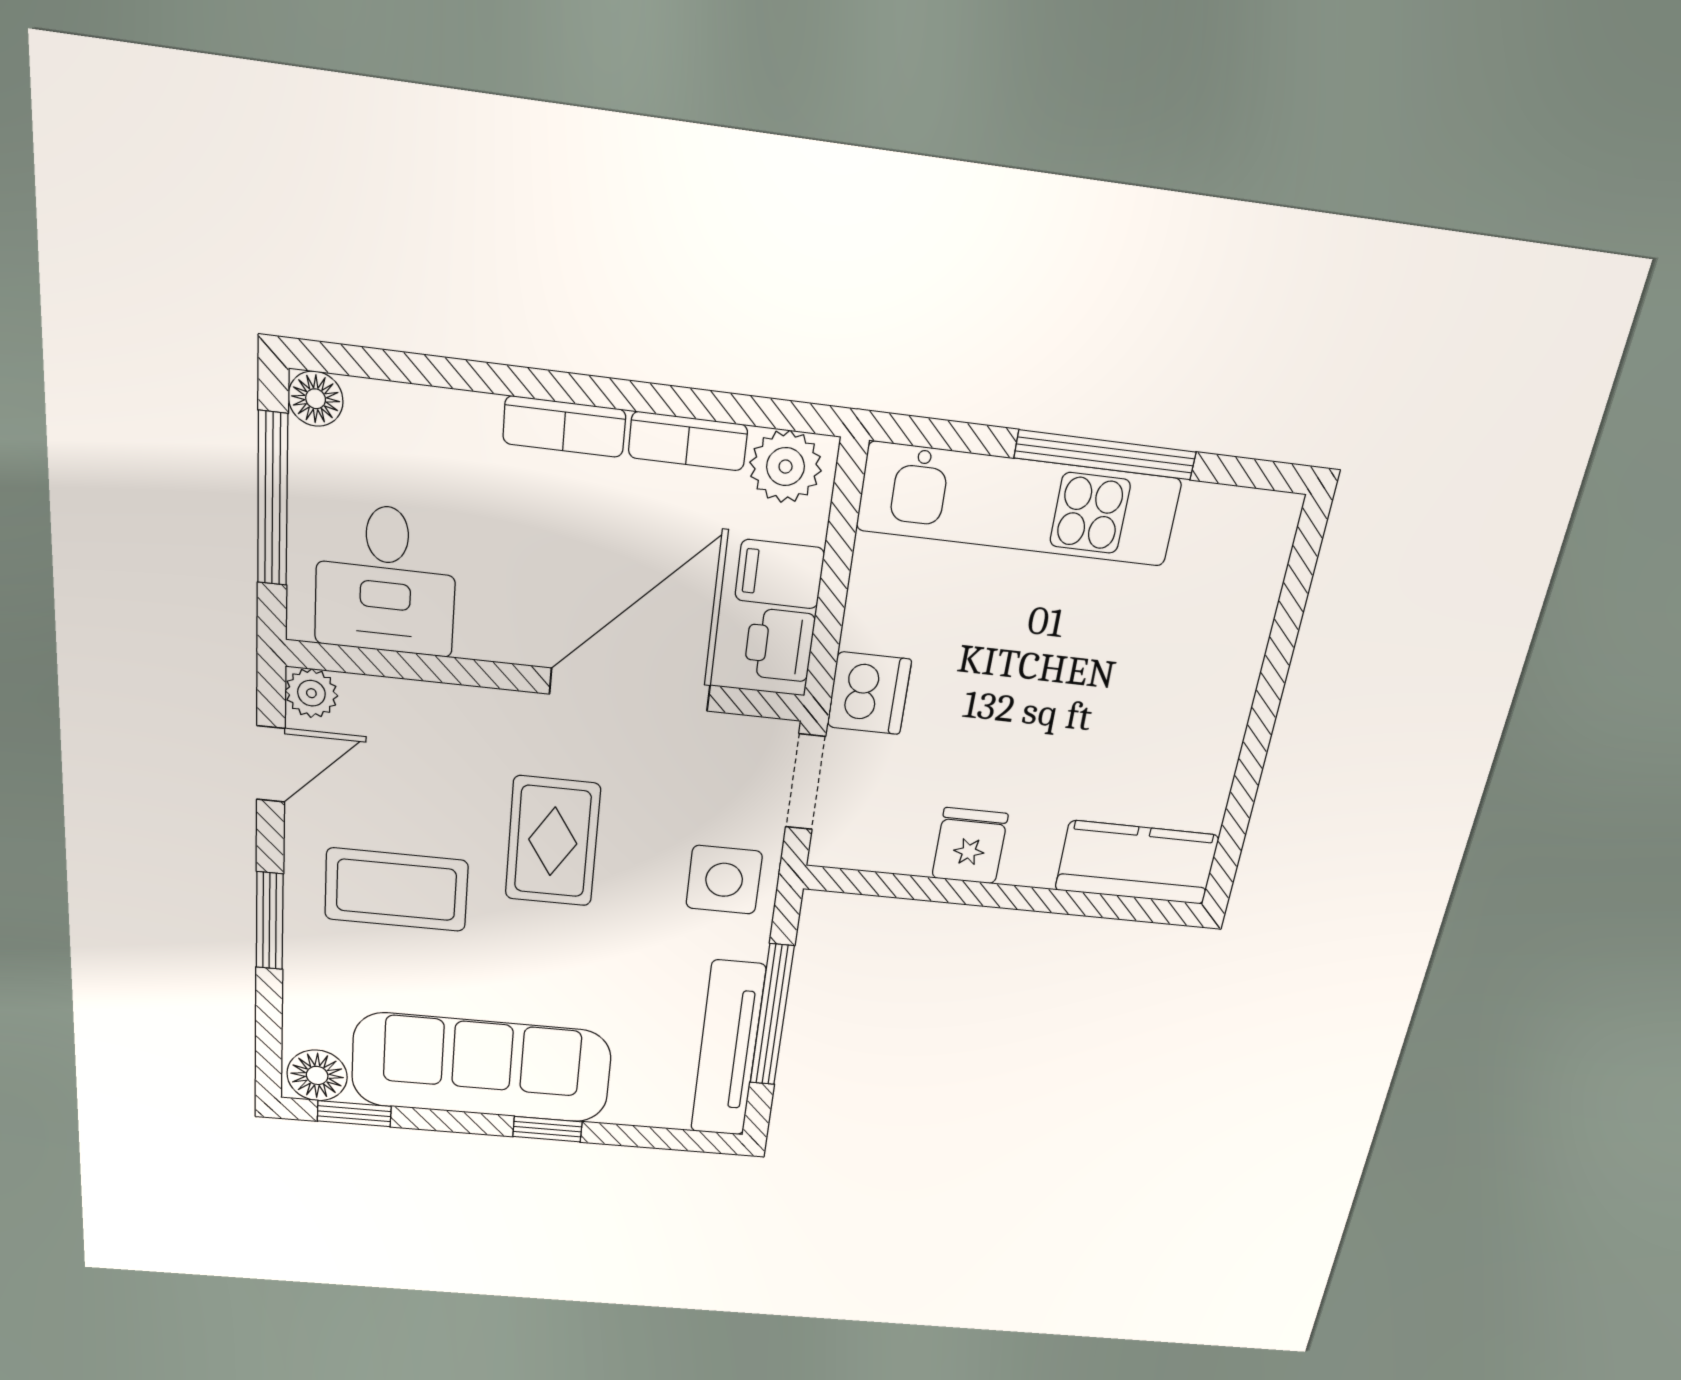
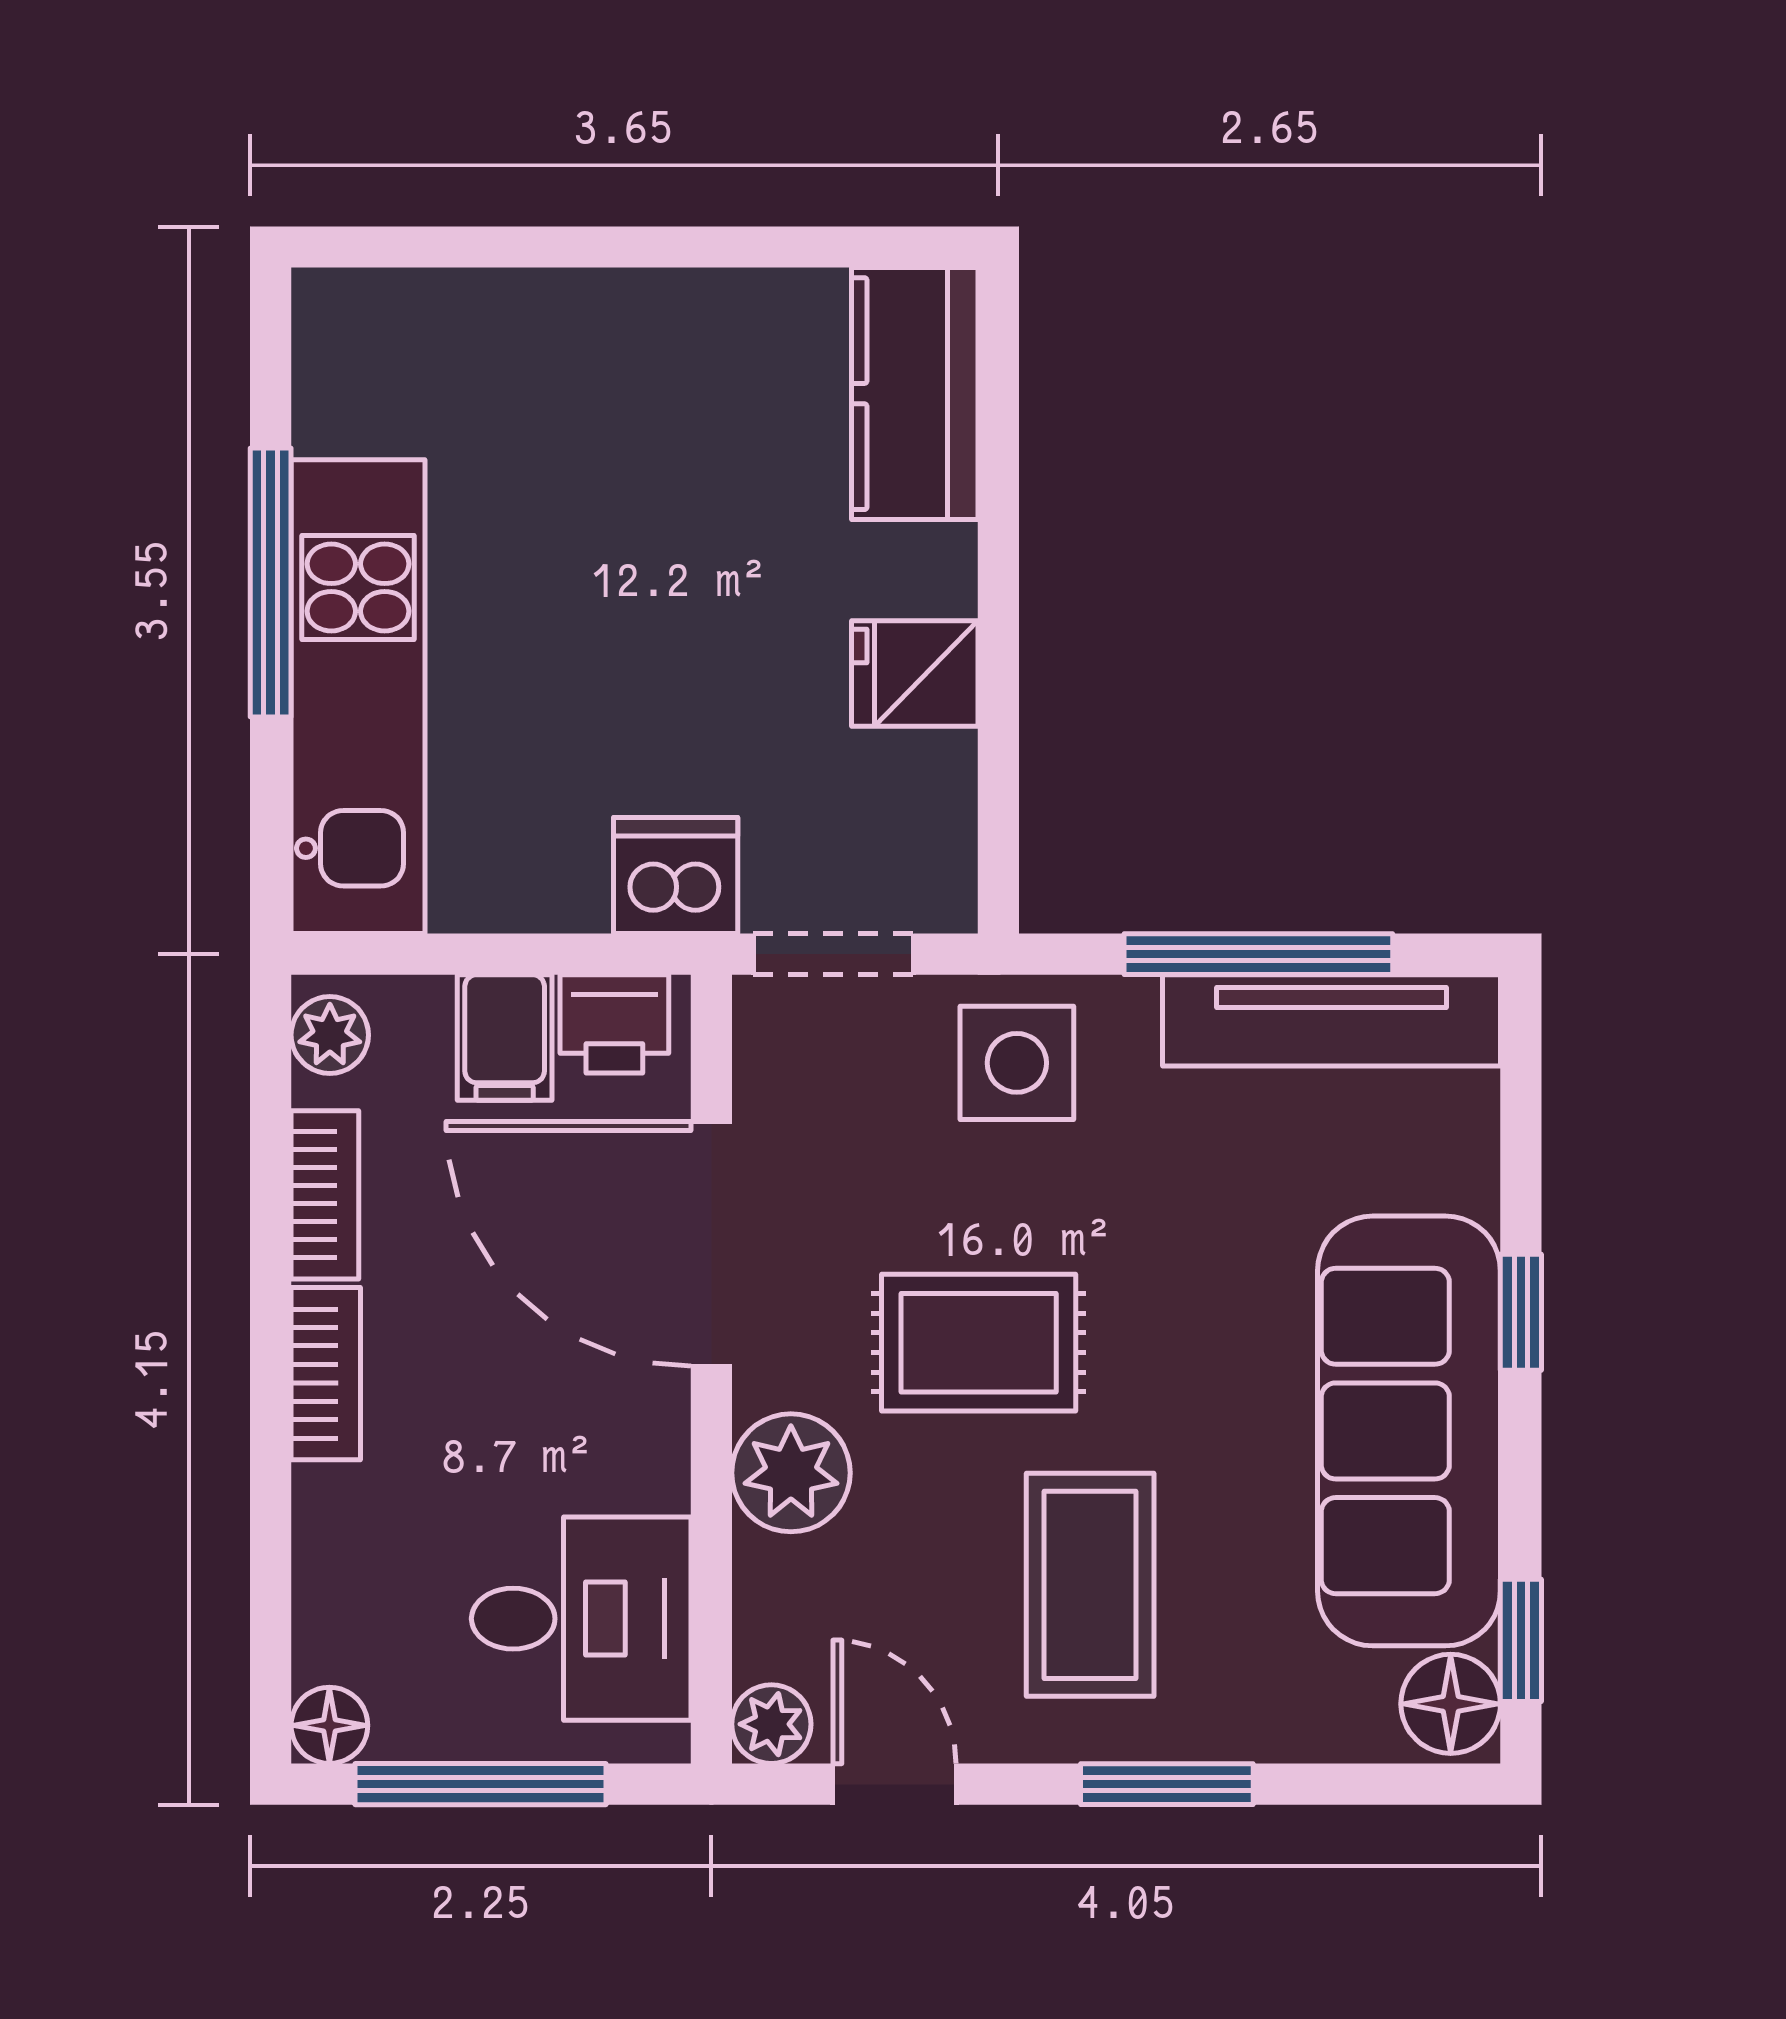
plant: (786, 467) -> (330, 1035), width x0.73, depth x0.73
plant: (477, 723) -> (791, 1473), added

